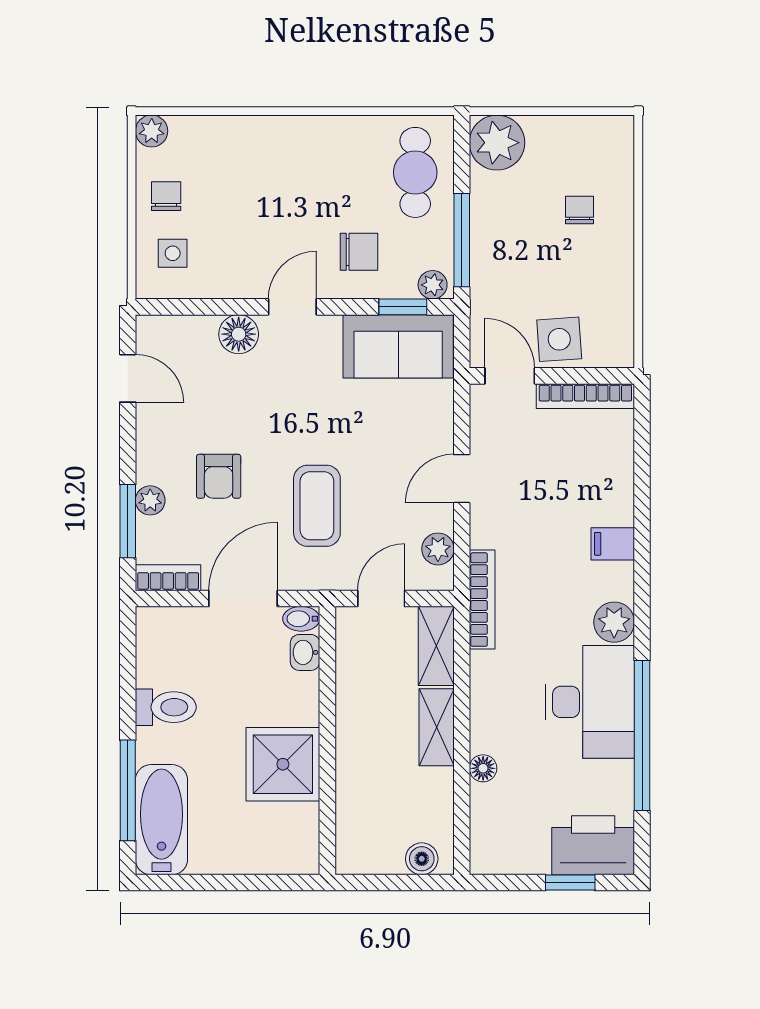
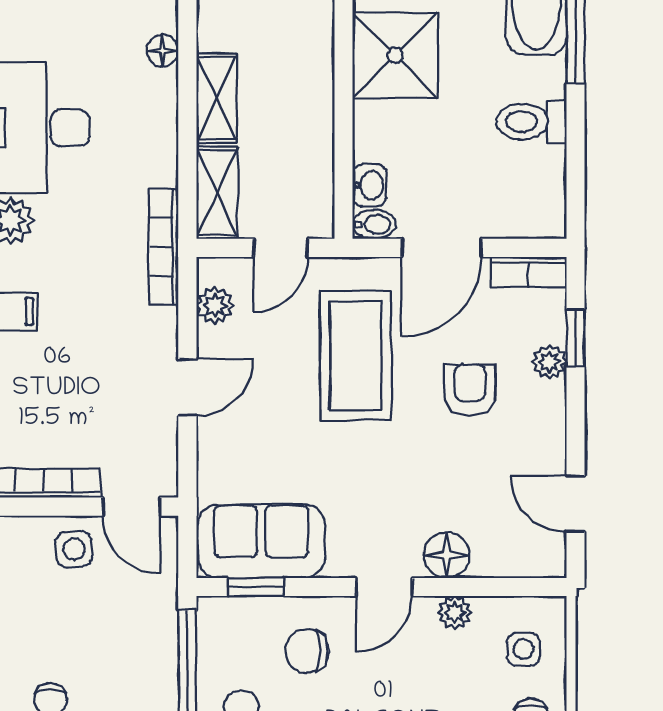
plant: (433, 285) -> (455, 613), moved
side table: (559, 339) -> (74, 549), width x0.73, depth x0.73
coffee table: (317, 506) -> (356, 356), width x1.36, depth x1.32
window: (128, 521) -> (575, 338), width x0.67

